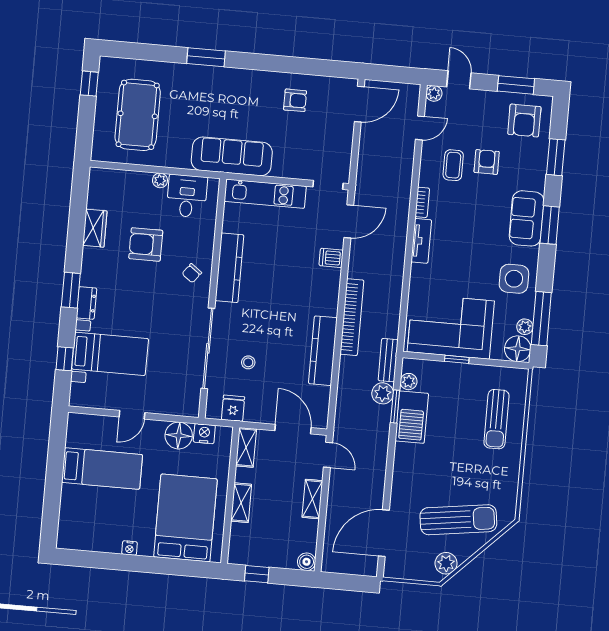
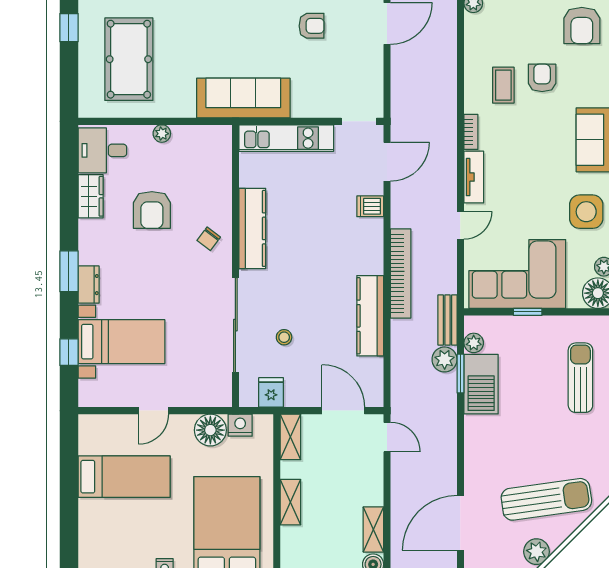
door: (420, 128) -> (460, 225), moved
desk: (187, 196) -> (102, 150), moved, turned -90
armchair: (146, 244) -> (152, 210), turned -90
sun lounger: (497, 419) -> (580, 378), turned 180
shelving: (312, 499) -> (373, 529), moved

